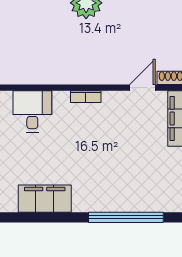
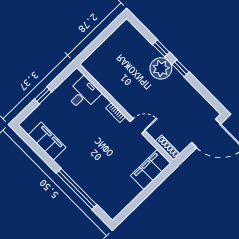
door: (142, 88) -> (137, 126), moved

